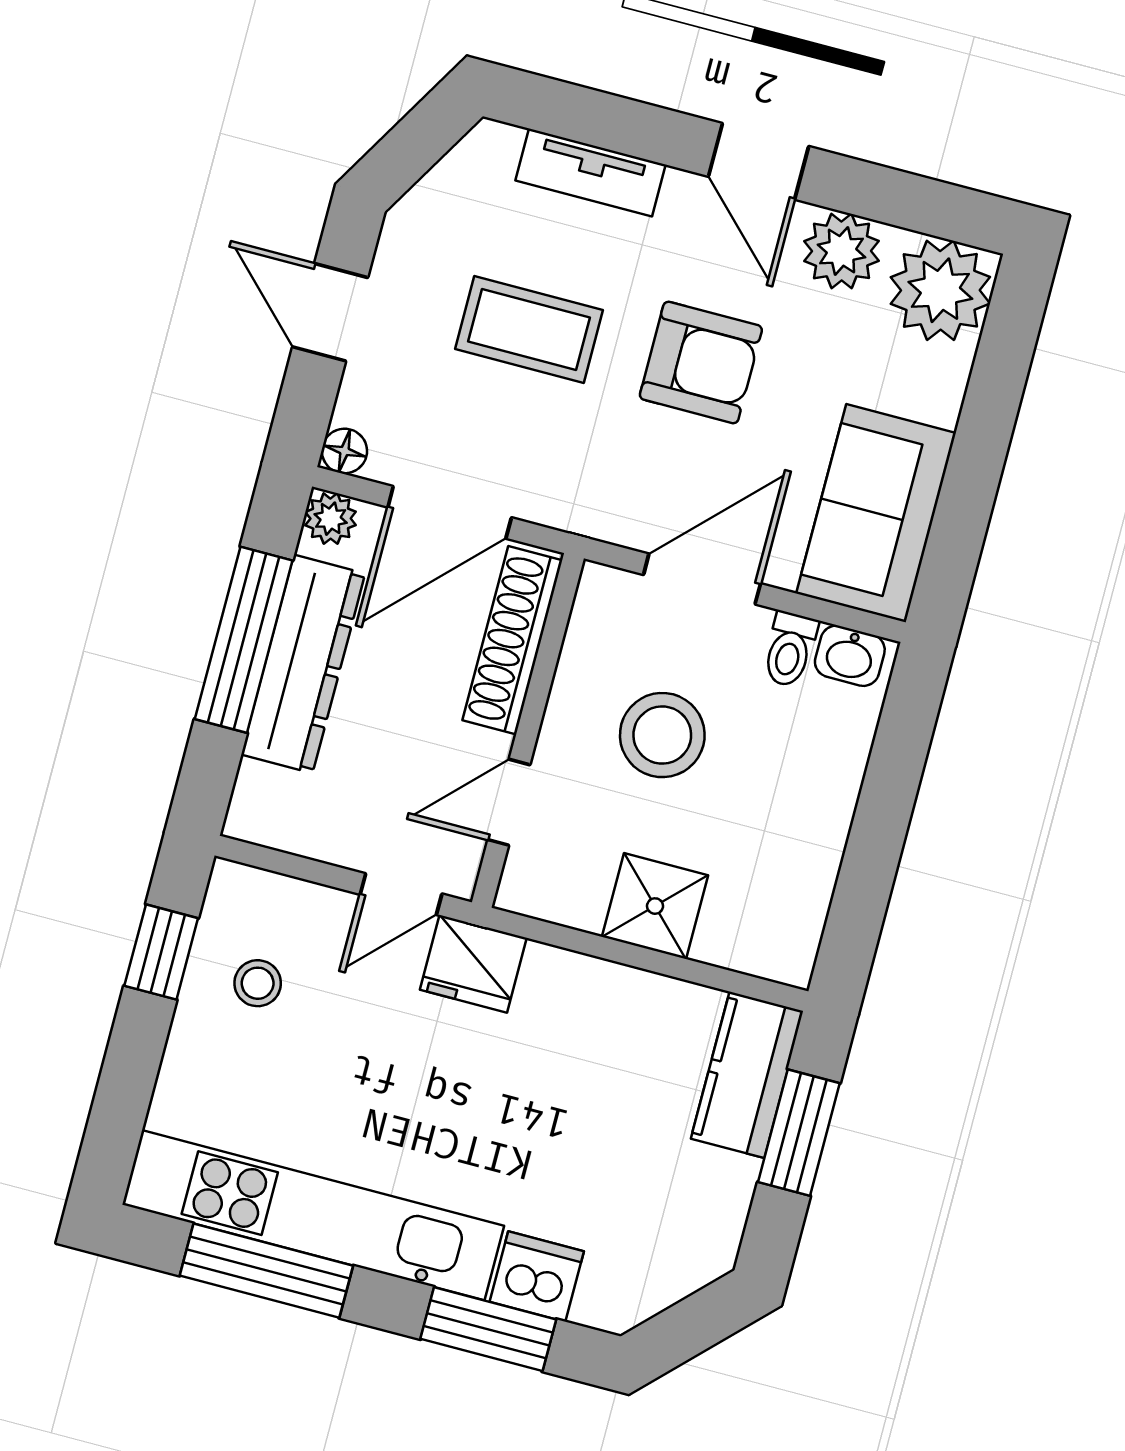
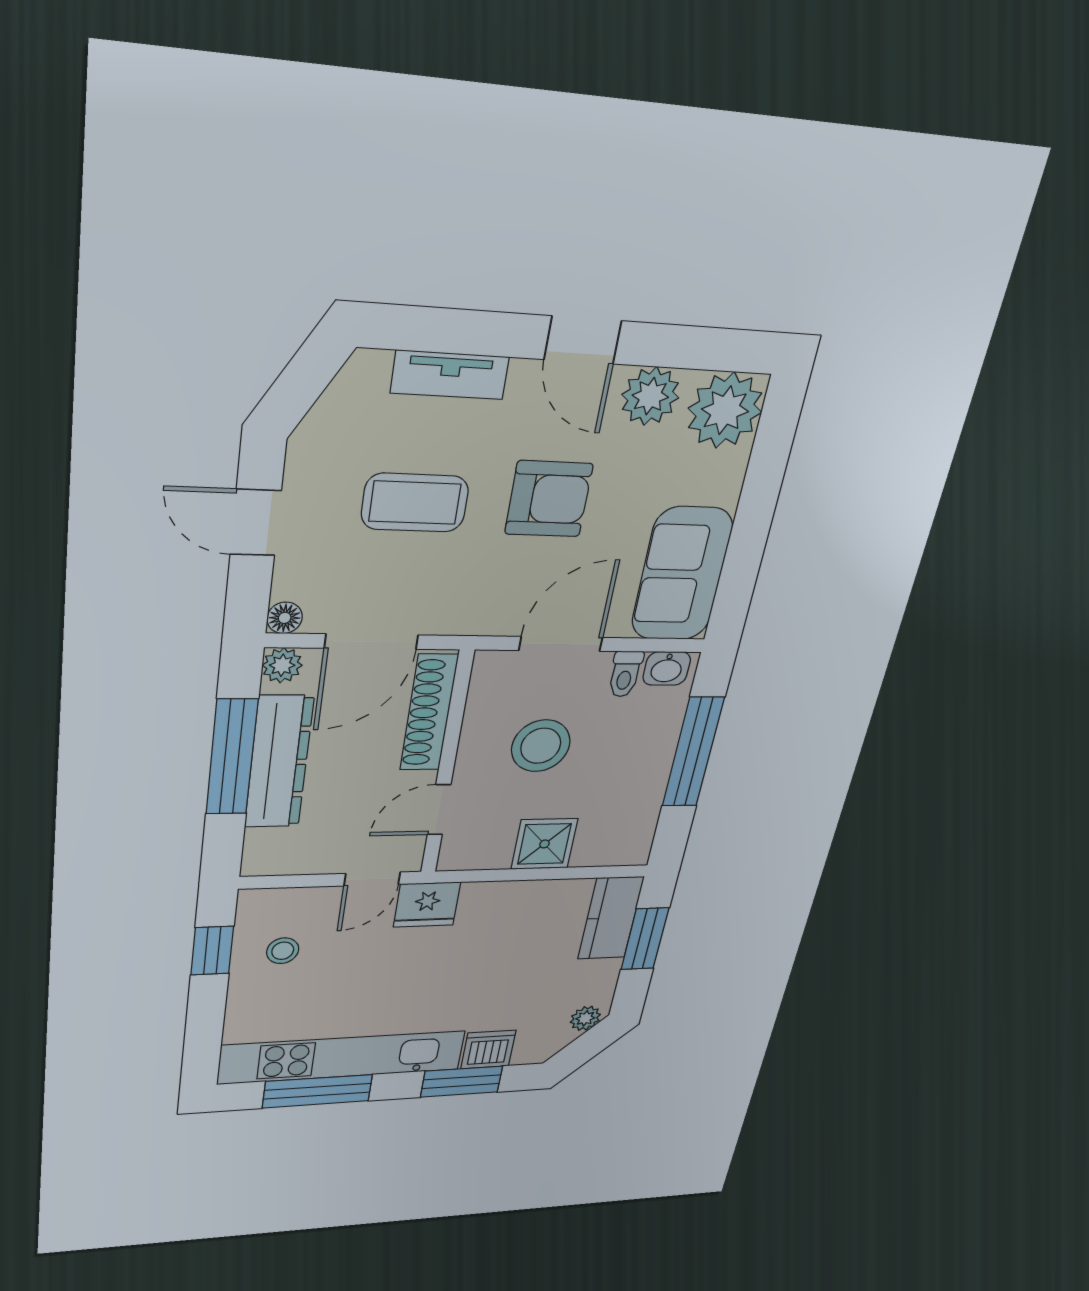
window: (885, 807) -> (693, 752), added
plant: (695, 1264) -> (585, 1018), added

